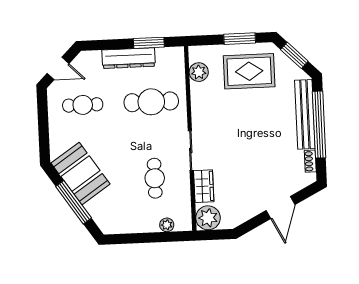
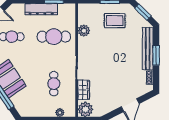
rug: (249, 71) -> (115, 21), width x0.73, depth x0.70
plant: (199, 72) -> (84, 31), moved
window: (319, 125) -> (156, 55), width x0.47

